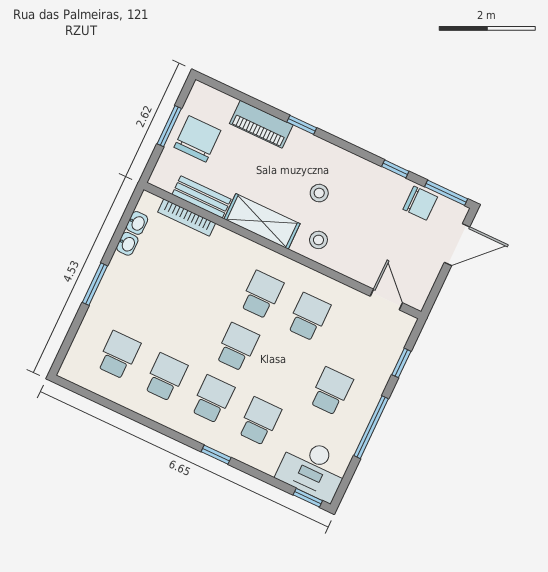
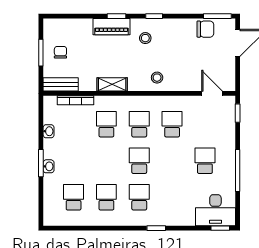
piano: (261, 124) -> (111, 27), moved
chair: (197, 139) -> (60, 52), width x0.54, depth x0.54
window: (395, 169) -> (154, 16), moved
stool: (319, 193) -> (145, 38), moved
bench: (202, 197) -> (61, 84), moved
shelving: (262, 221) -> (112, 84), width x0.67, depth x0.75
washbasin: (137, 223) -> (49, 166), moved
window: (401, 363) -> (238, 113), moved
school desk: (260, 421) -> (106, 124), moved

